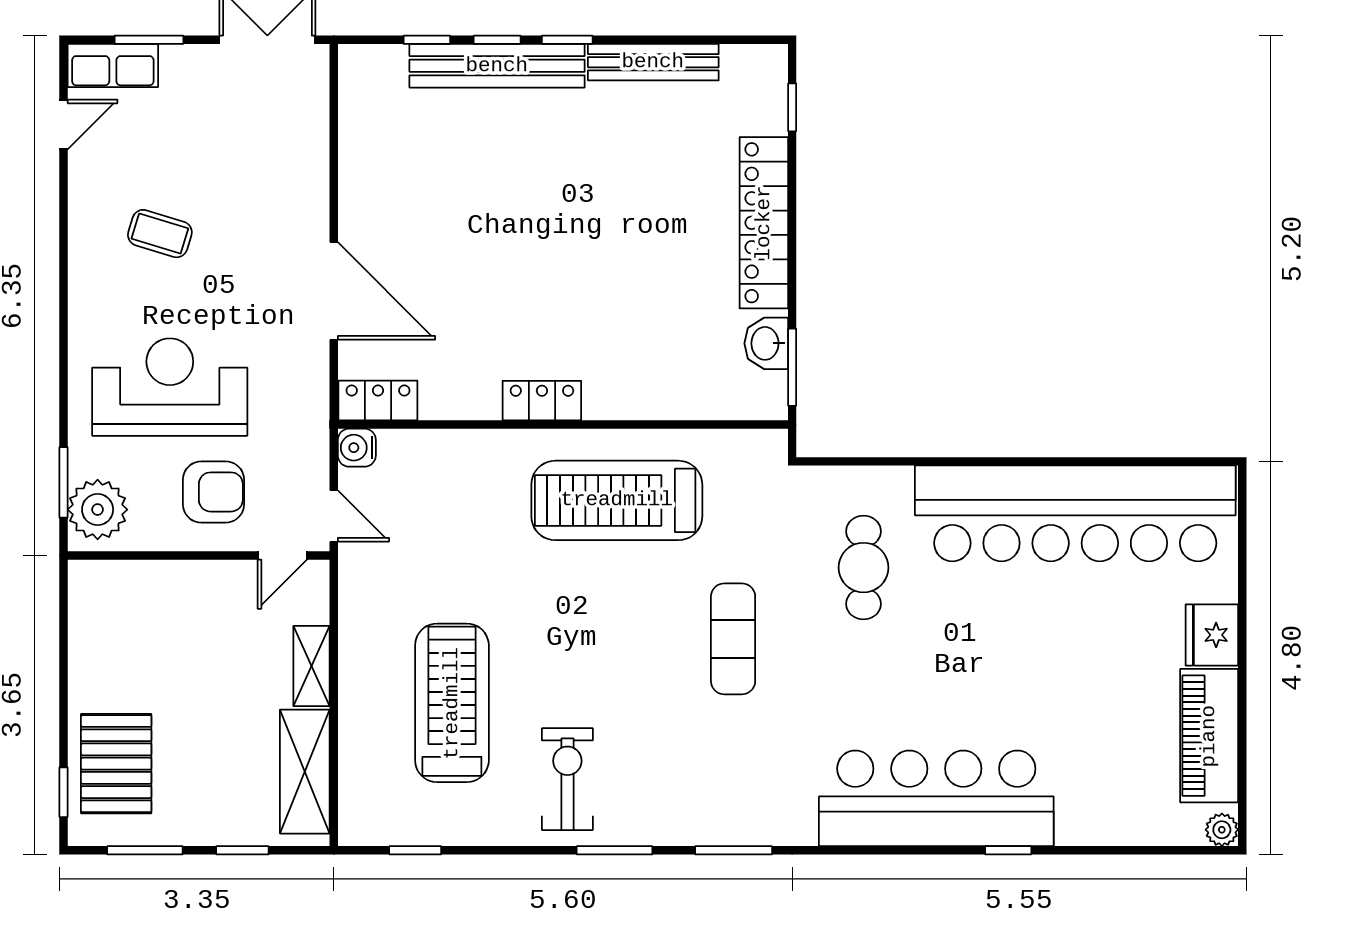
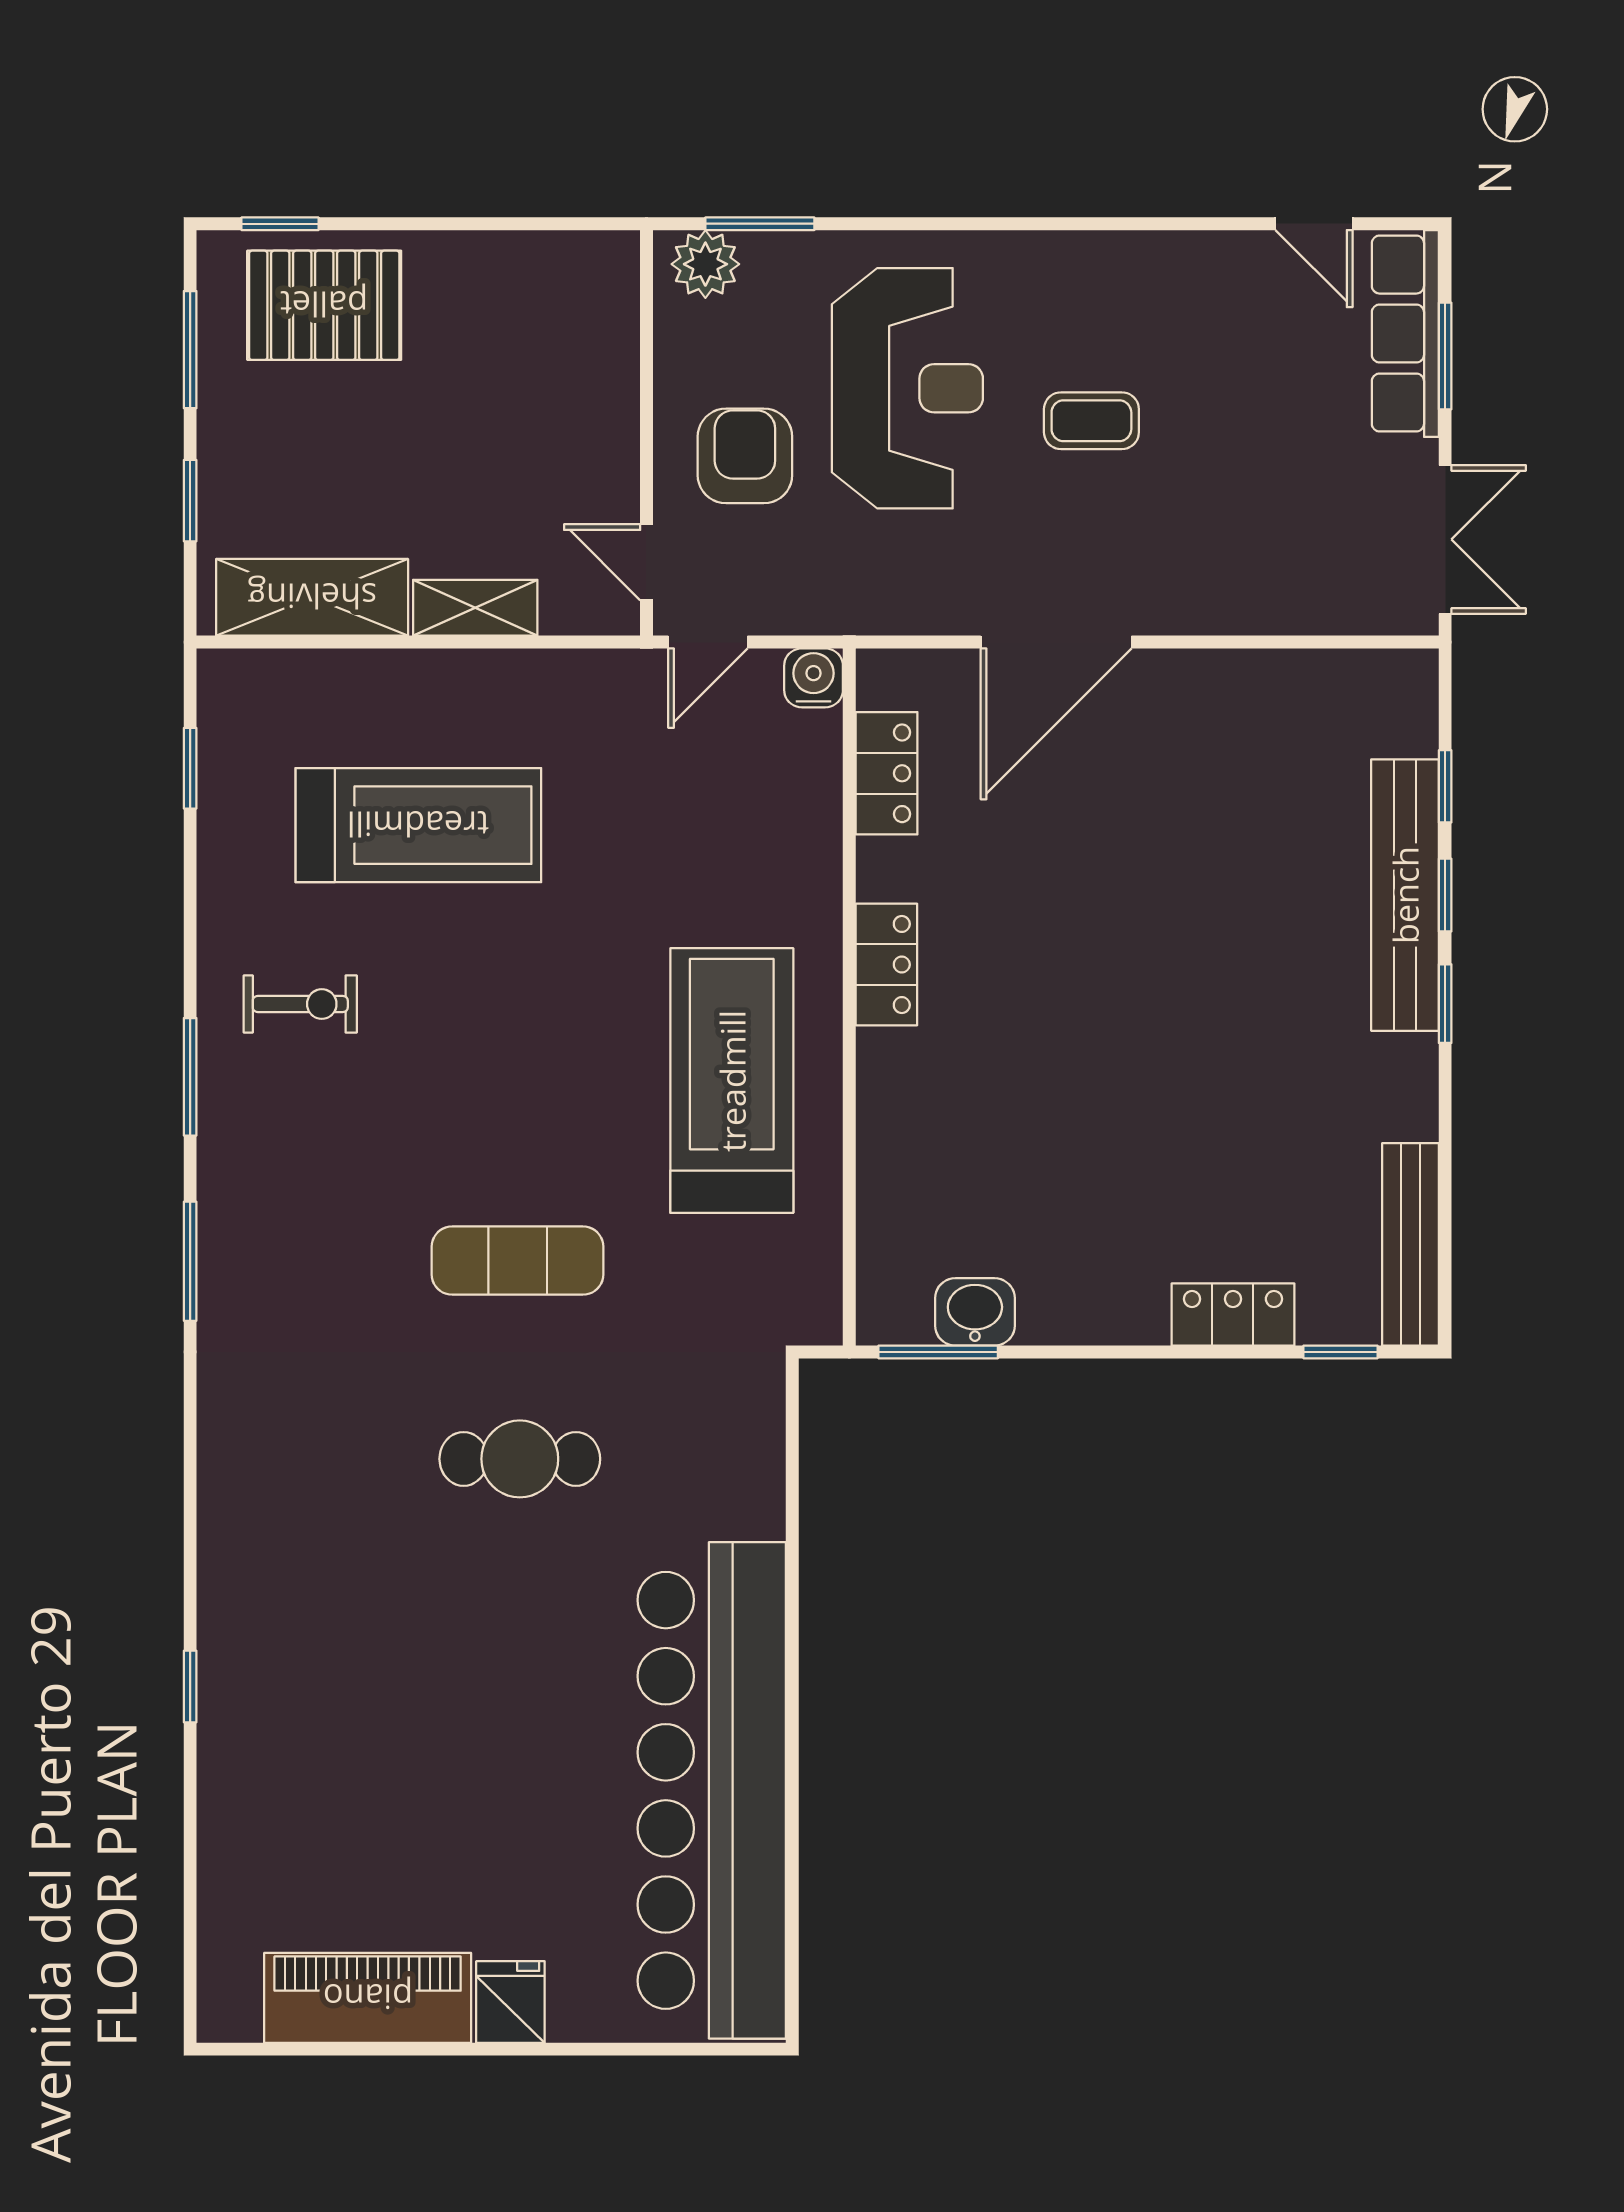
bench: (653, 62) -> (1410, 1244), moved
row of seats: (113, 66) -> (1405, 334), width x1.48
locker: (764, 223) -> (1233, 1315), width x0.46, depth x0.83
coffee table: (160, 234) -> (1091, 421), moved, turned 73
locker: (378, 400) -> (887, 773), moved
armchair: (213, 492) -> (745, 456), turned 180
plant: (98, 510) -> (705, 264), width x0.73, depth x0.73
cafe table: (864, 568) -> (520, 1459), moved
fridge: (1212, 635) -> (510, 2002), width x0.72
exercise bike: (567, 779) -> (300, 1004), width x0.73, depth x0.72
bar counter: (936, 798) -> (271, 1575), removed
plant: (1222, 830) -> (222, 2017), removed

